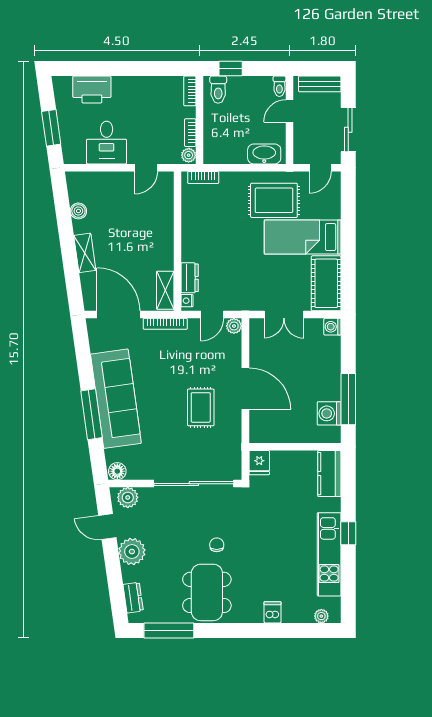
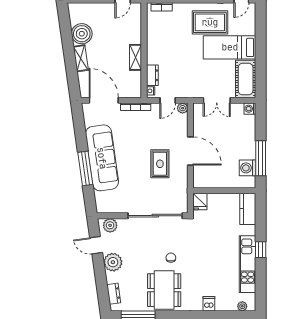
boiler: (78, 211) -> (82, 34), width x1.86, depth x1.86
shelving: (165, 290) -> (136, 57), moved
floor lamp: (117, 471) -> (103, 207), removed

